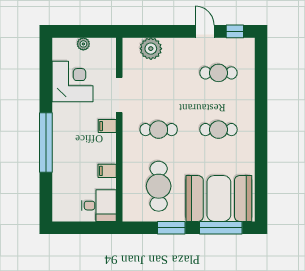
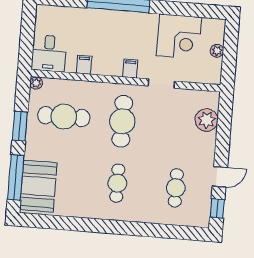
doorway: (119, 95) -> (161, 83), width x0.73
cafe table: (159, 130) -> (122, 121), width x1.37, depth x1.35
booth: (219, 198) -> (38, 186), width x0.73, depth x0.70
plant: (128, 215) -> (36, 83), added

